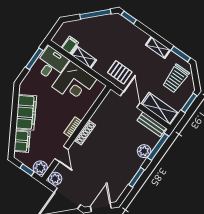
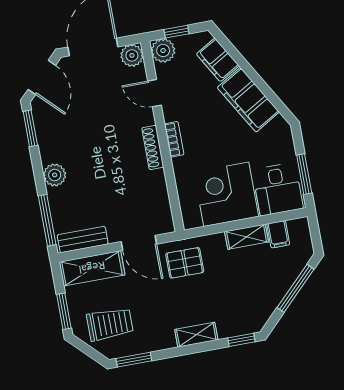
window: (95, 14) -> (295, 288), moved
shelving: (158, 47) -> (196, 335), moved
trolley: (176, 78) -> (110, 324), turned 90
plant: (144, 151) -> (55, 175), moved
window: (137, 177) -> (30, 128), moved

